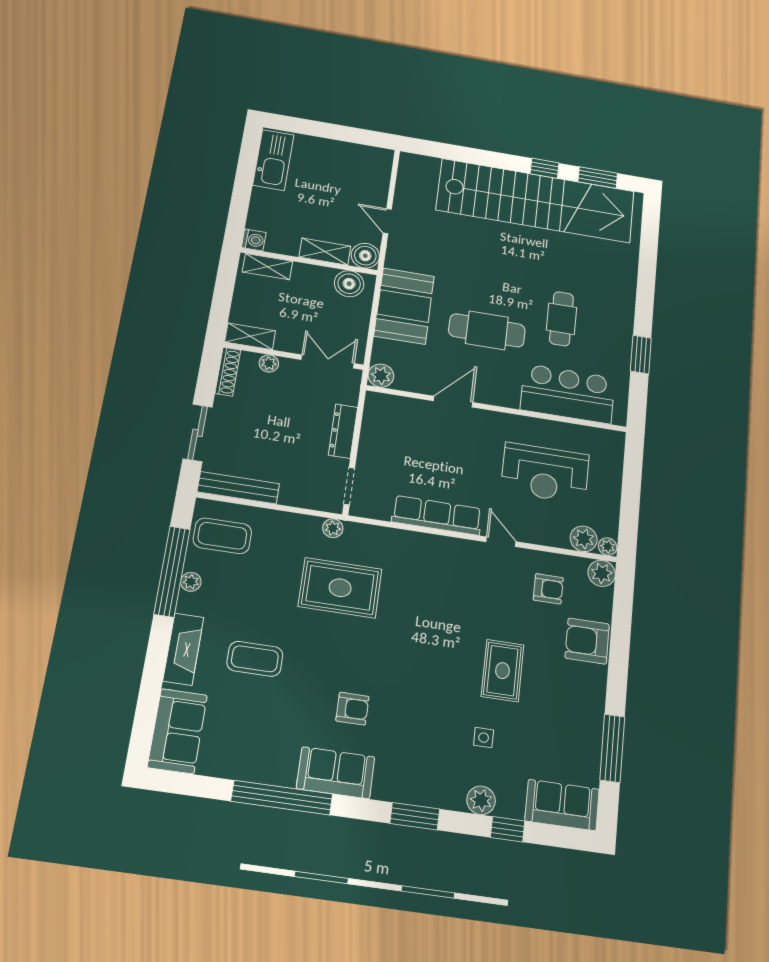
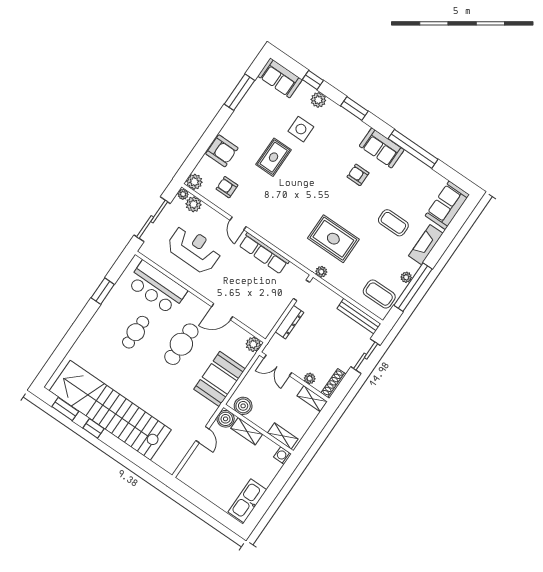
cafe table: (487, 330) -> (181, 344), turned 90
sliding door: (631, 488) -> (152, 219), added
side table: (484, 738) -> (301, 129), width x1.87, depth x1.87

